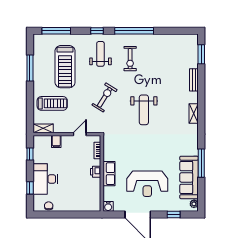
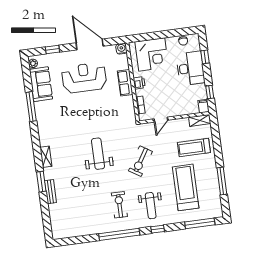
window: (201, 54) -> (41, 182), moved
filing cabinet: (56, 141) -> (204, 106), moved
sofa: (189, 177) -> (41, 84), width x0.73
corner desk: (80, 197) -> (152, 54), added

